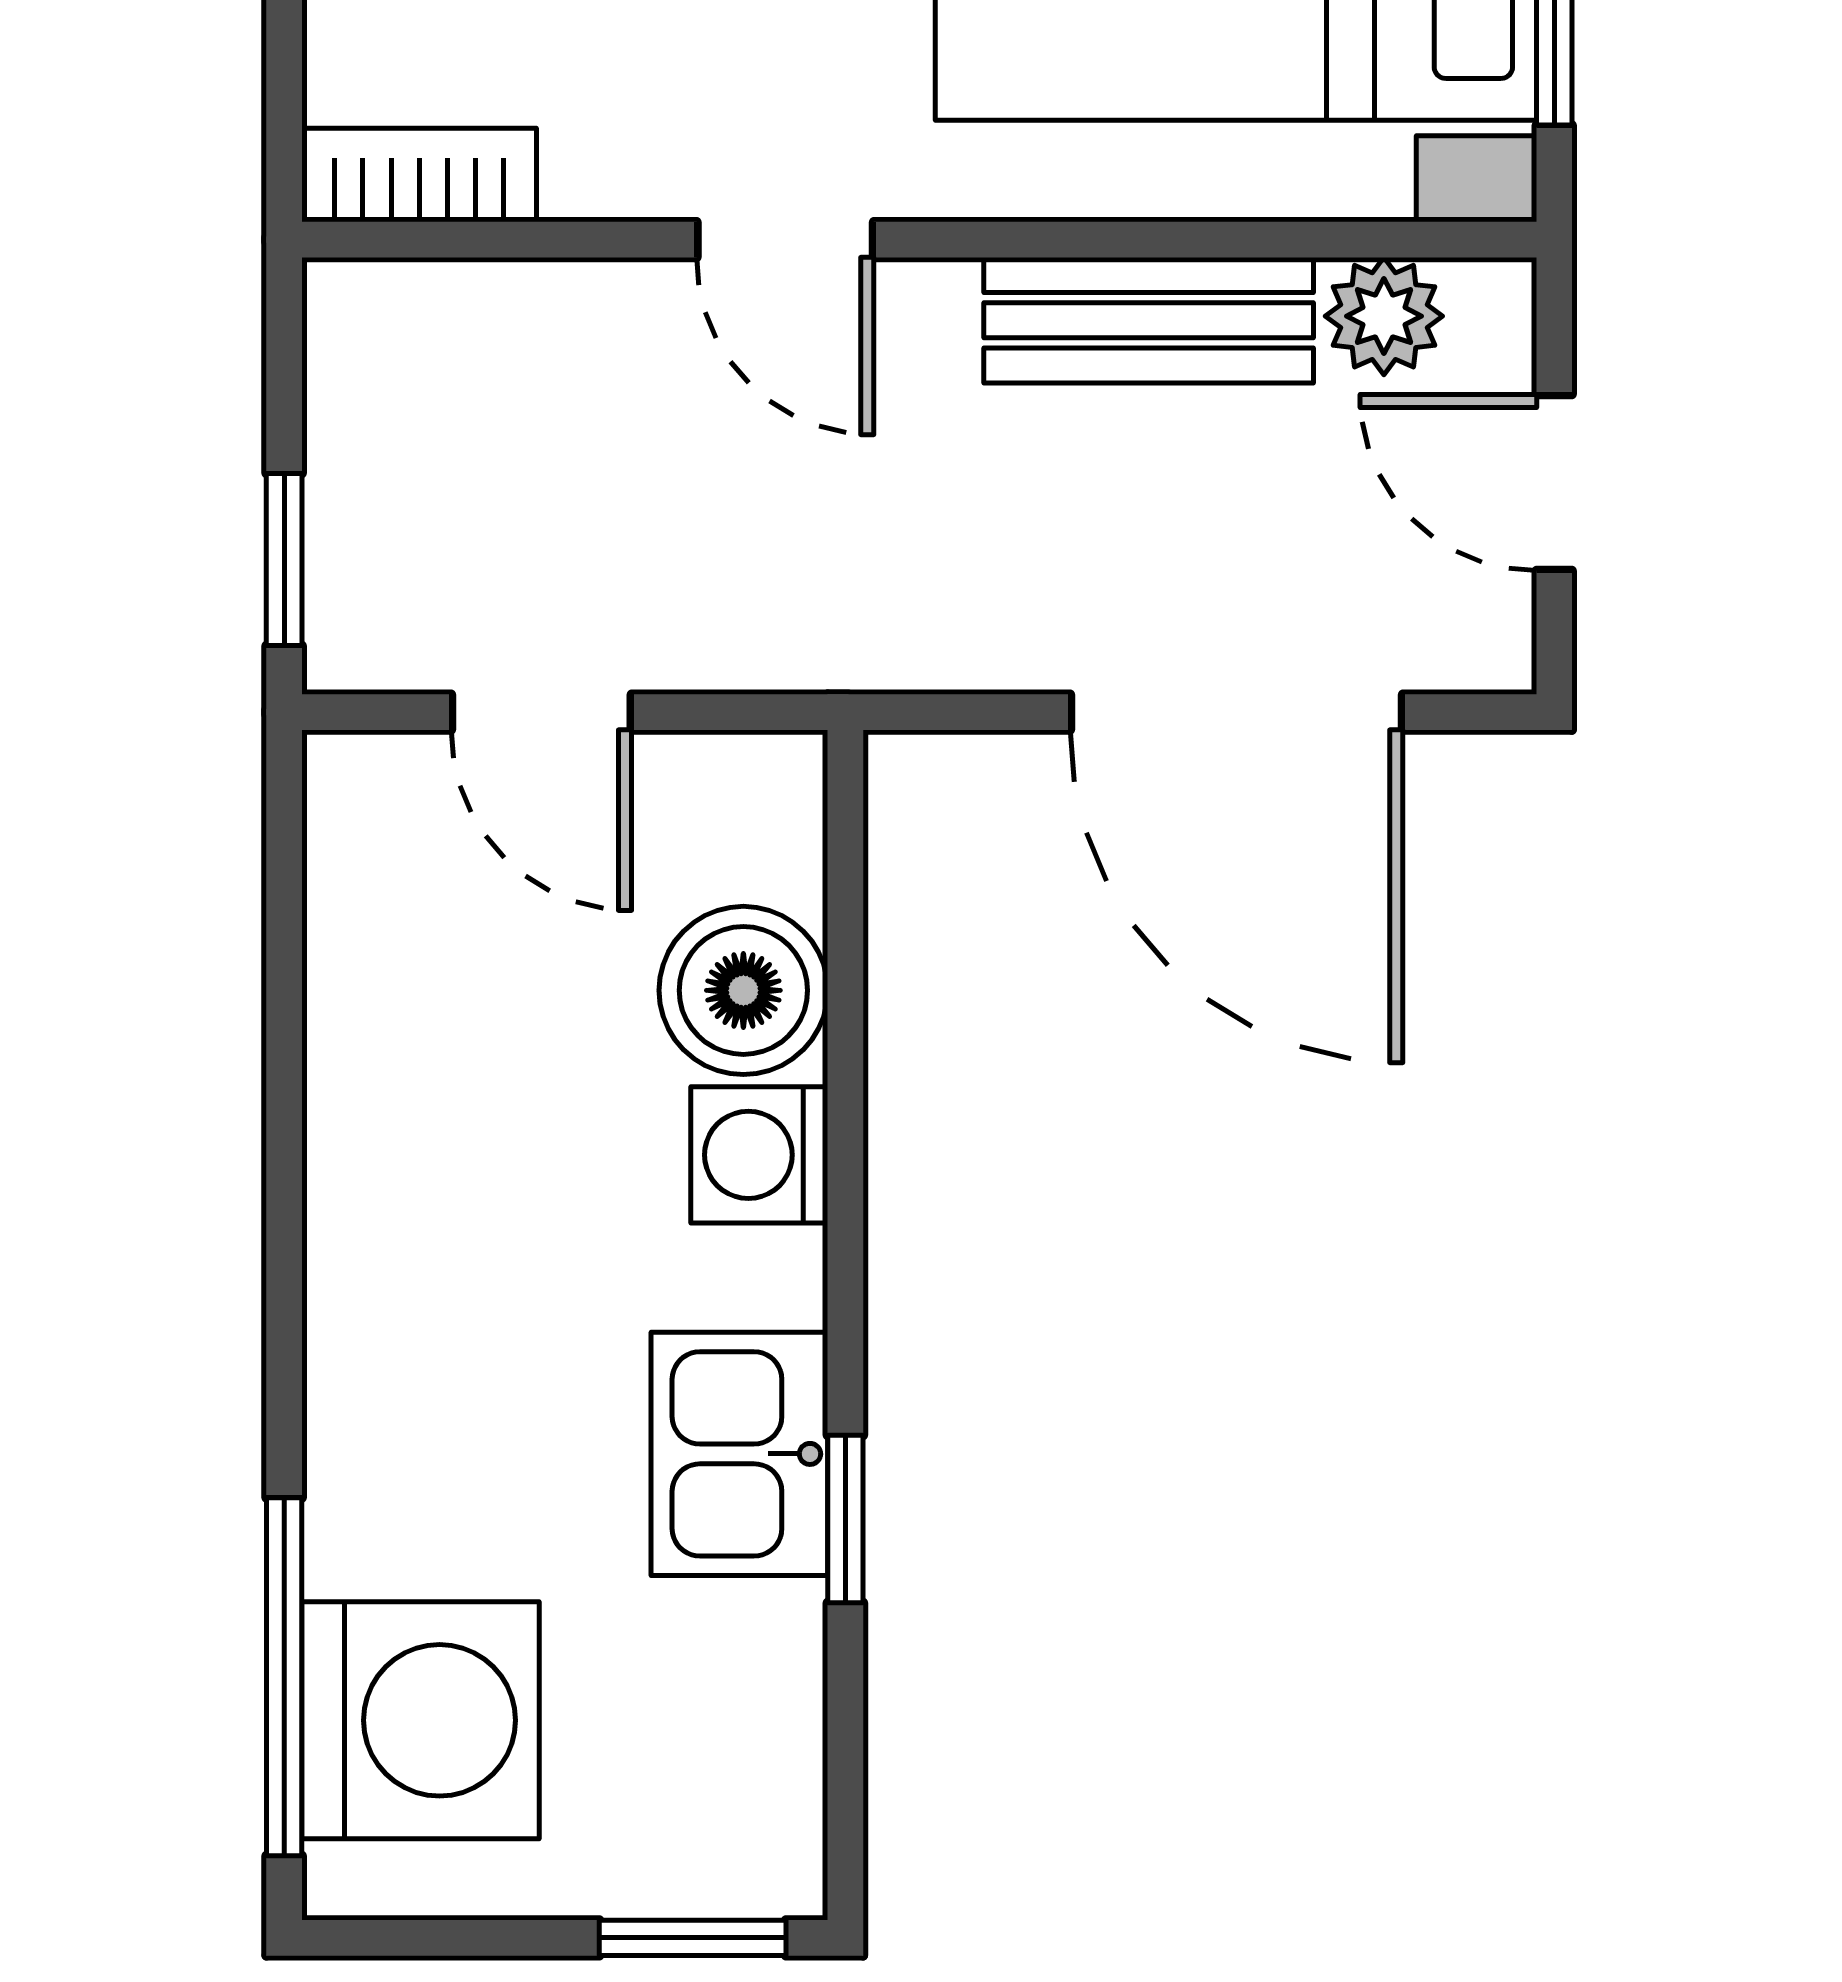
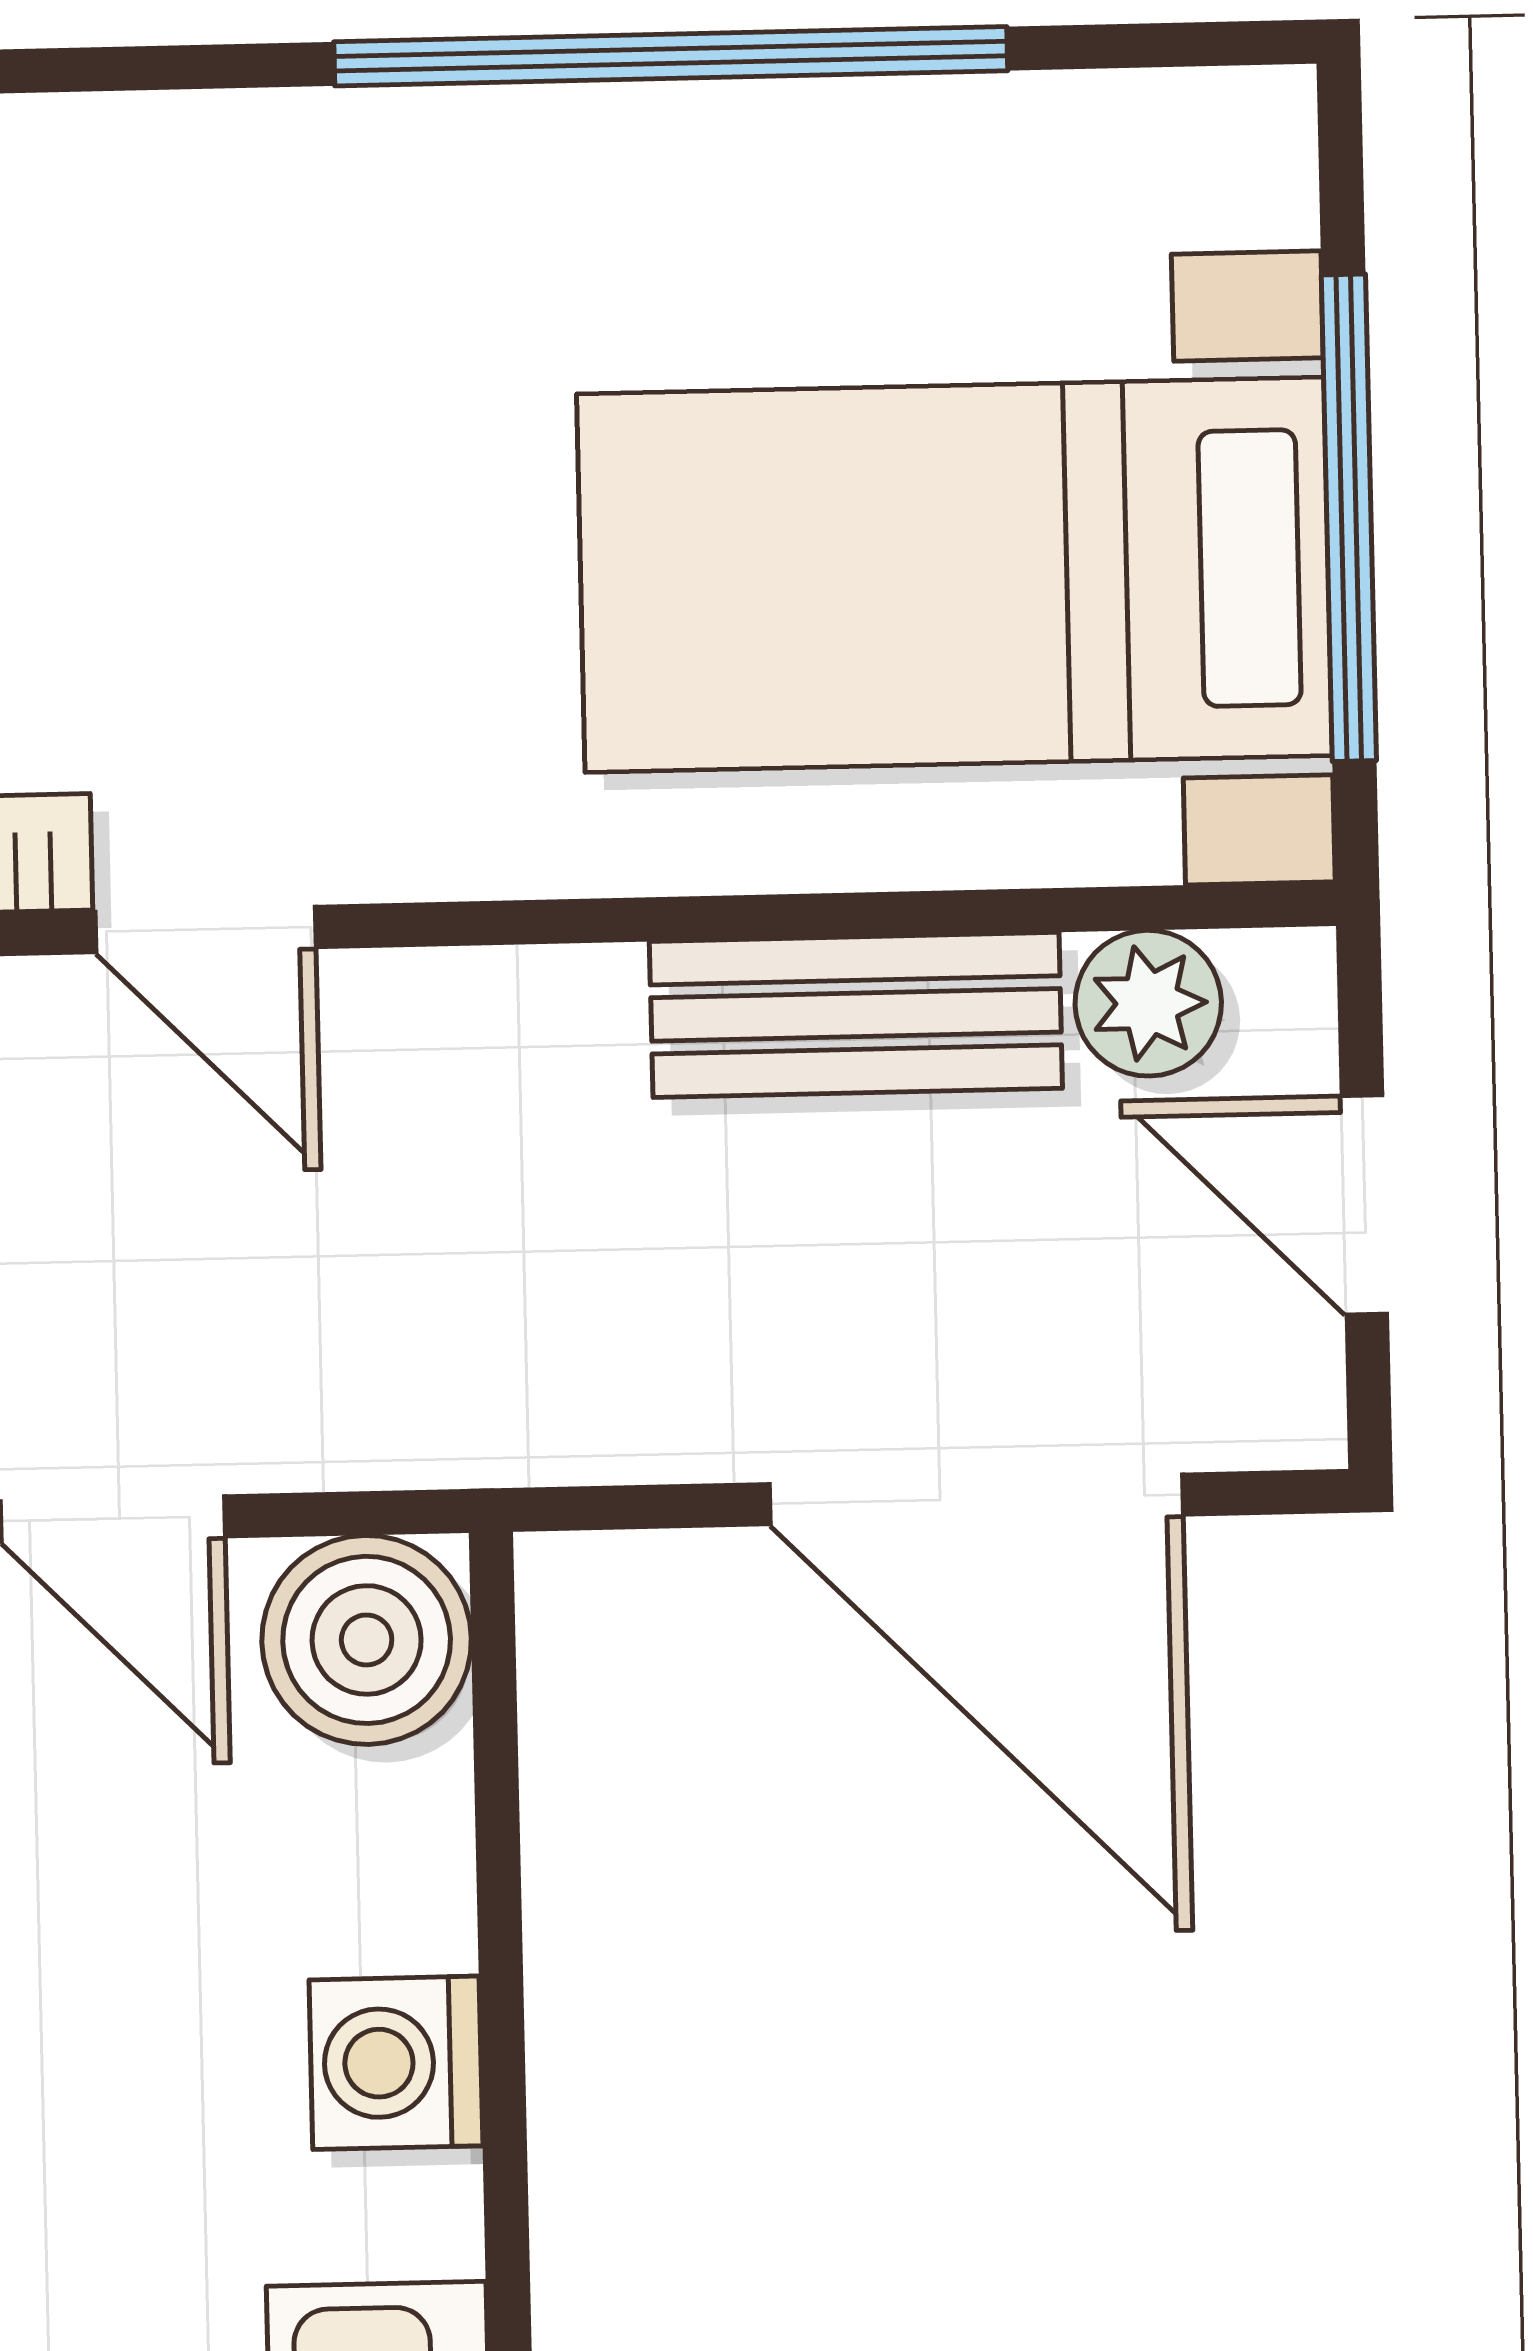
door: (785, 240) -> (205, 929), moved
boiler: (743, 990) -> (367, 1640), moved

